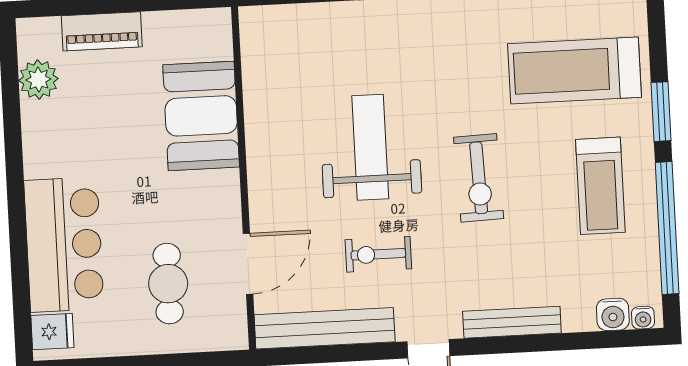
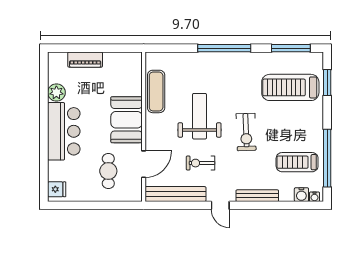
plant: (38, 80) -> (56, 92), moved
exercise mat: (268, 96) -> (156, 91), added
window: (661, 112) -> (327, 83), moved
booth: (201, 116) -> (127, 120), moved
treadmill: (600, 186) -> (297, 162), moved, turned 90
bar counter: (64, 245) -> (64, 131), moved

